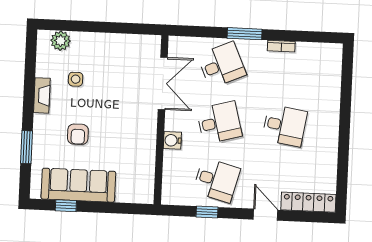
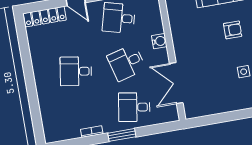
desk: (222, 65) -> (134, 107), turned 33
armchair: (78, 134) -> (233, 30), turned 90

